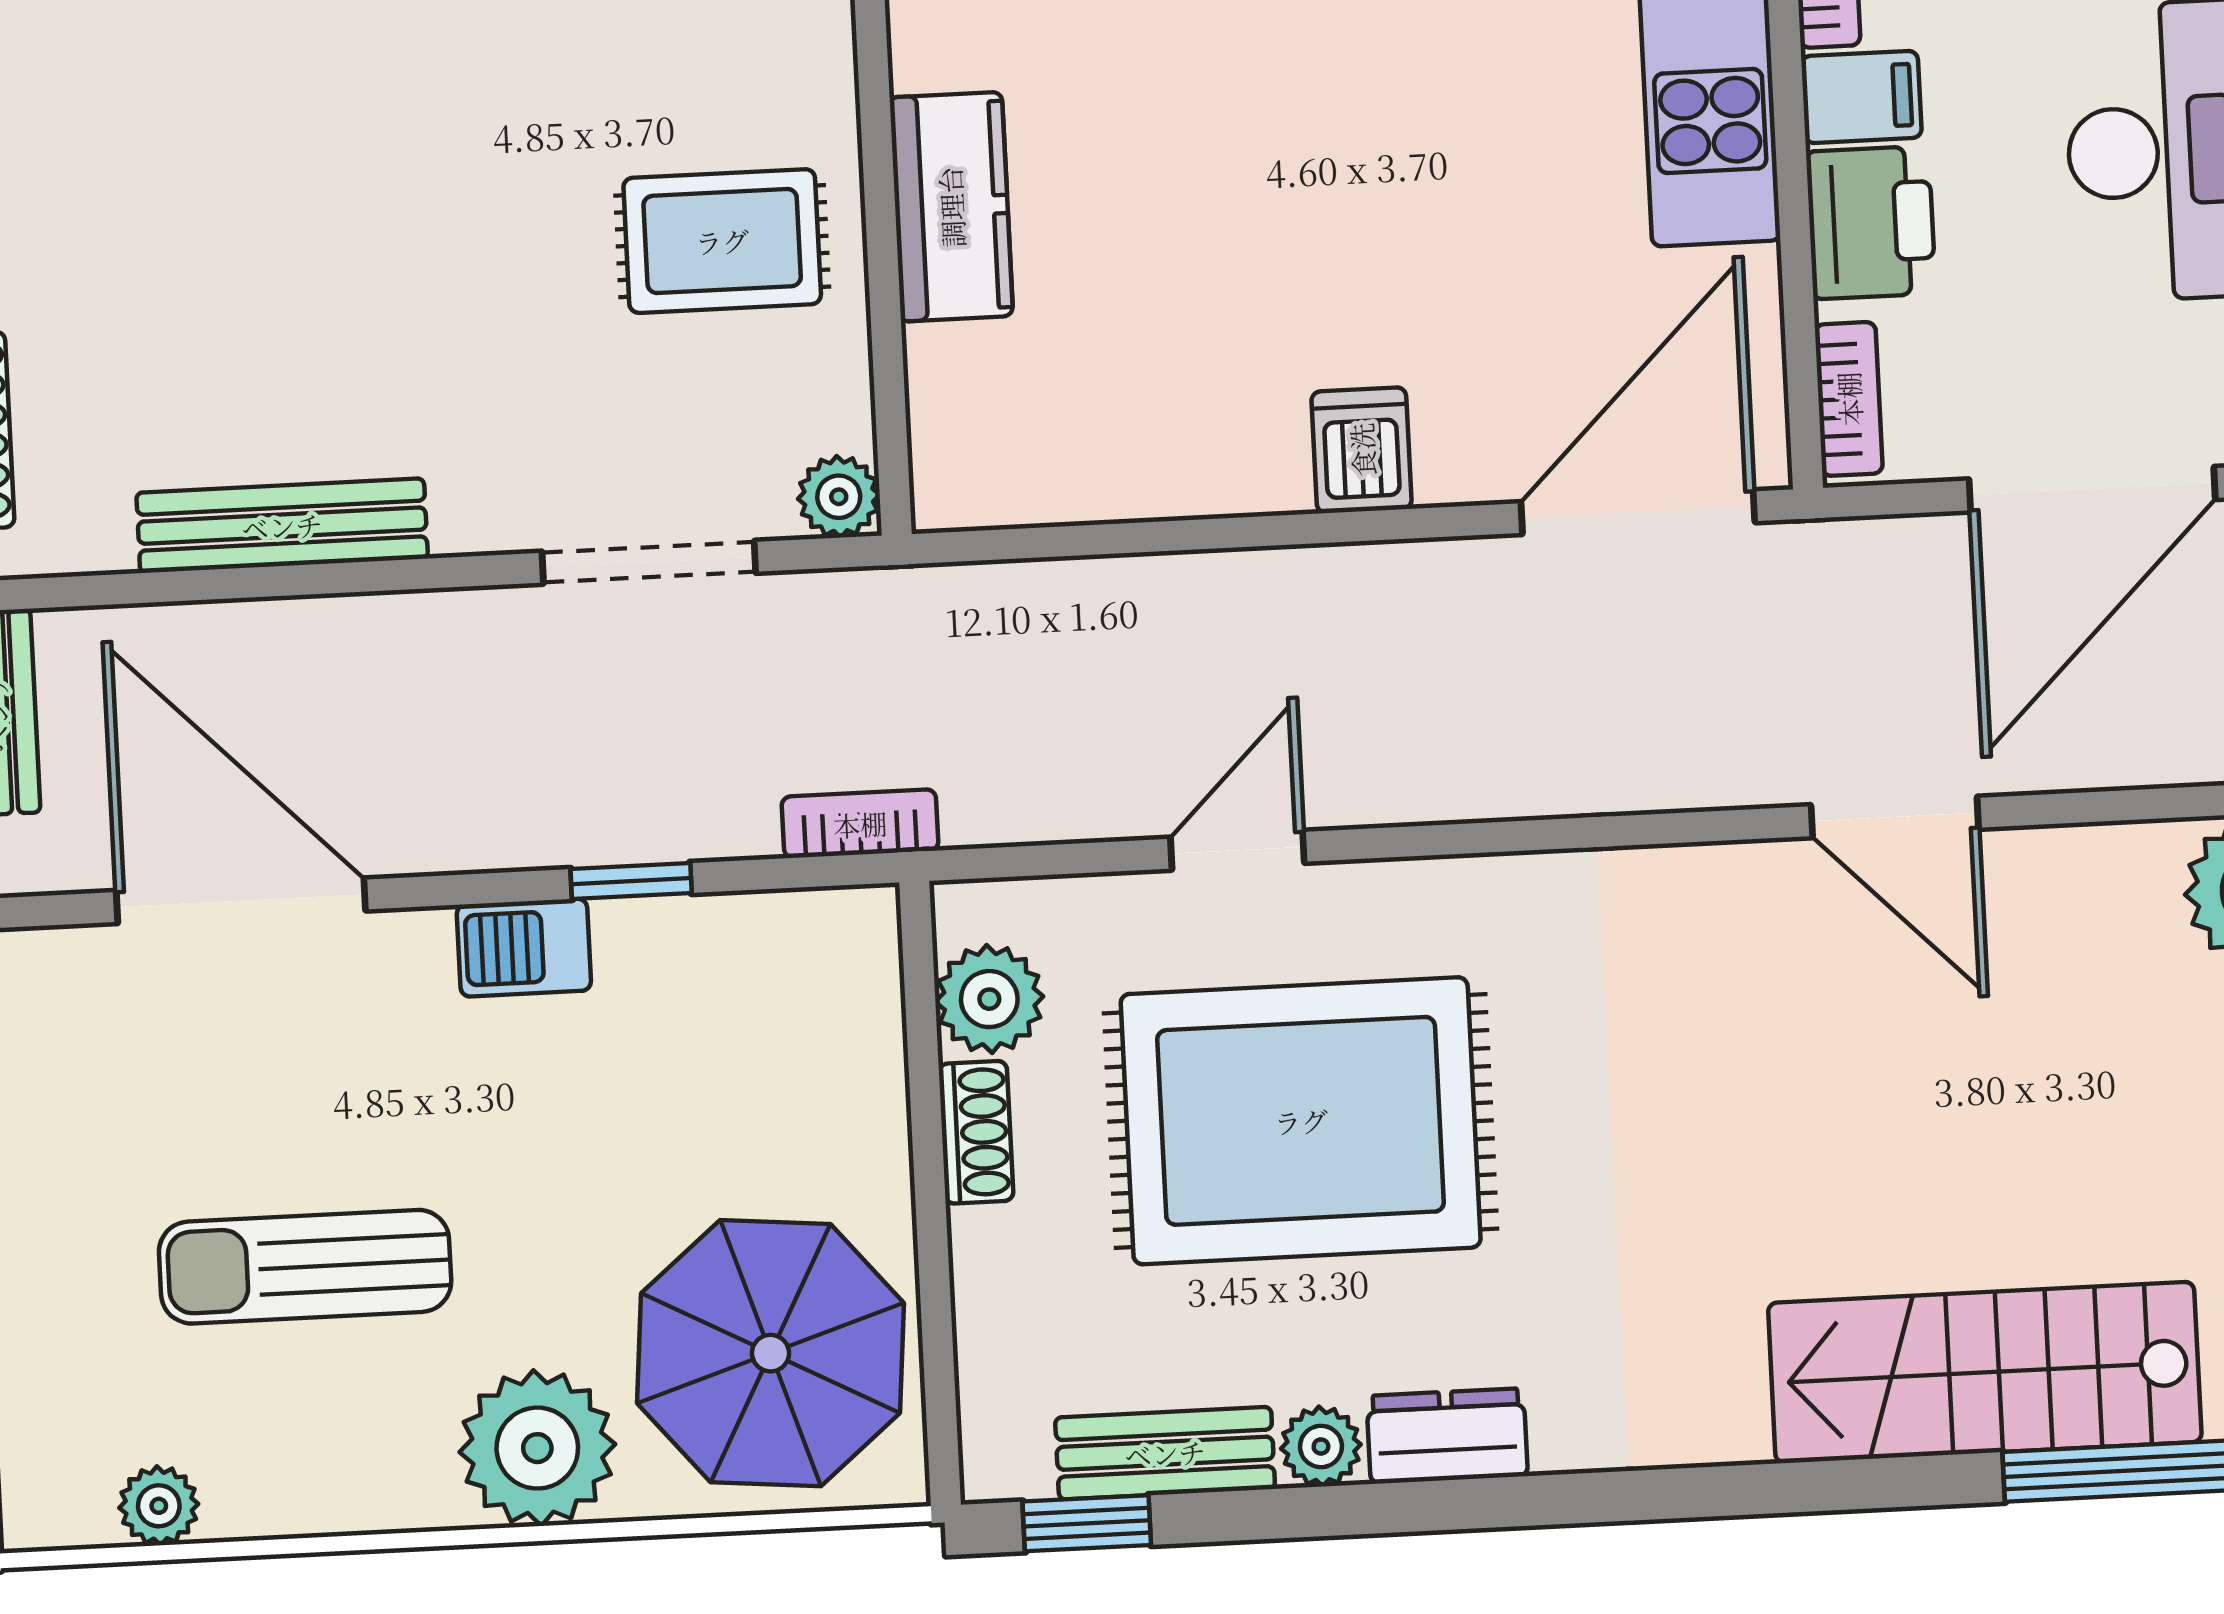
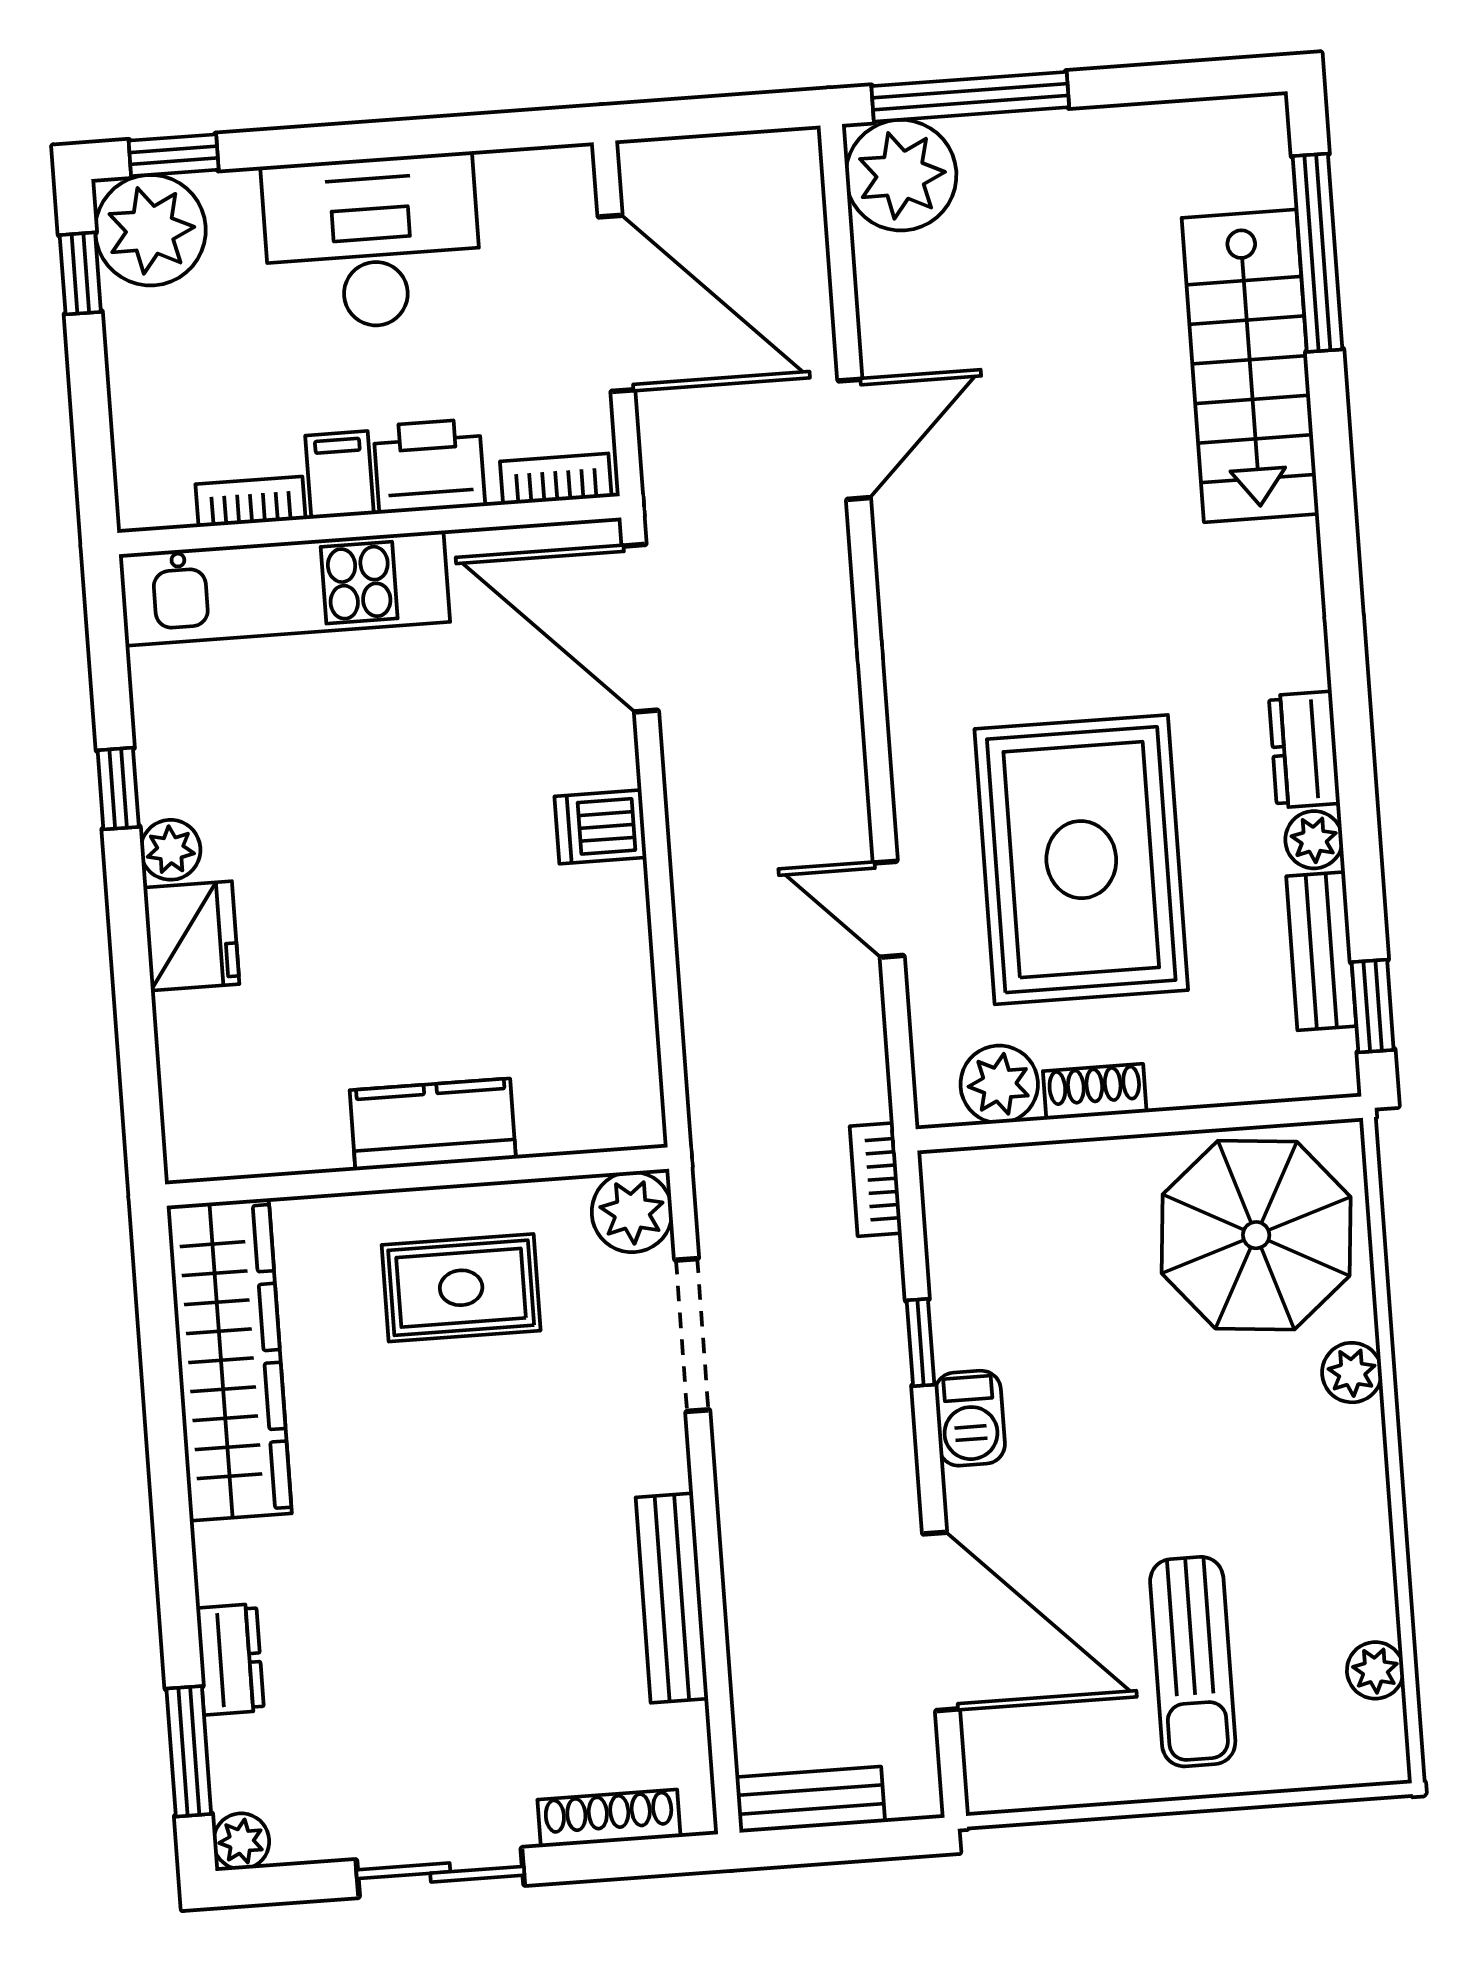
rug: (722, 241) -> (461, 1288), turned 90
plant: (839, 497) -> (632, 1212), width x1.38, depth x1.38
door: (241, 901) -> (941, 1621), swing flipped
sun lounger: (305, 1267) -> (1193, 1662), moved
plant: (537, 1448) -> (1352, 1373), width x0.53, depth x0.53

